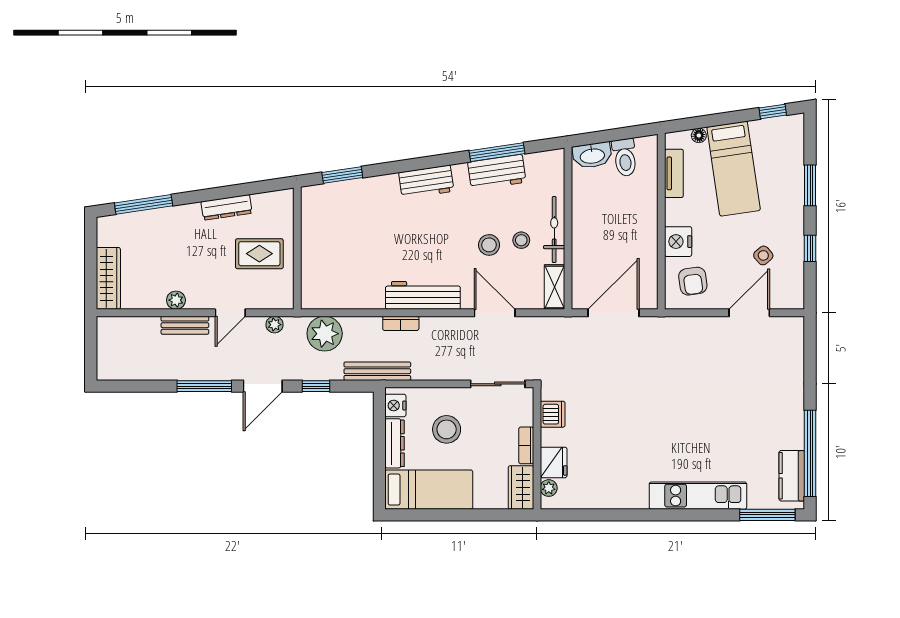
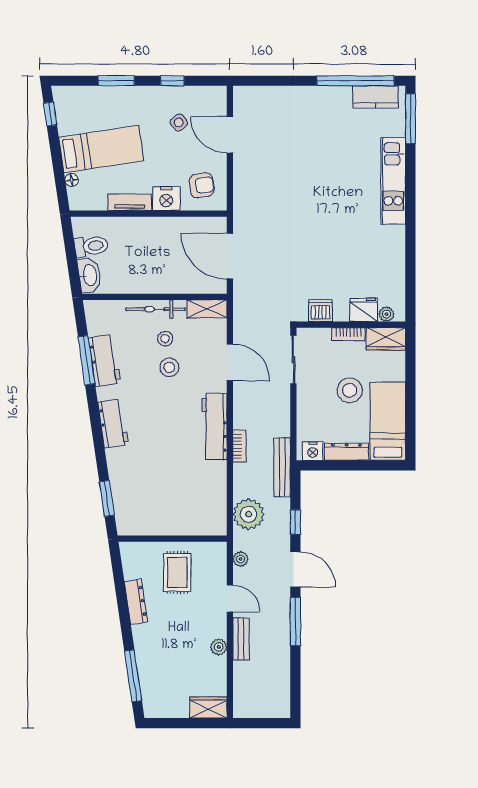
tv unit: (674, 173) -> (130, 202), moved
wardrobe: (108, 278) -> (208, 707), width x0.67
door: (495, 313) -> (230, 362), swing flipped
stool: (447, 429) -> (350, 390), moved

